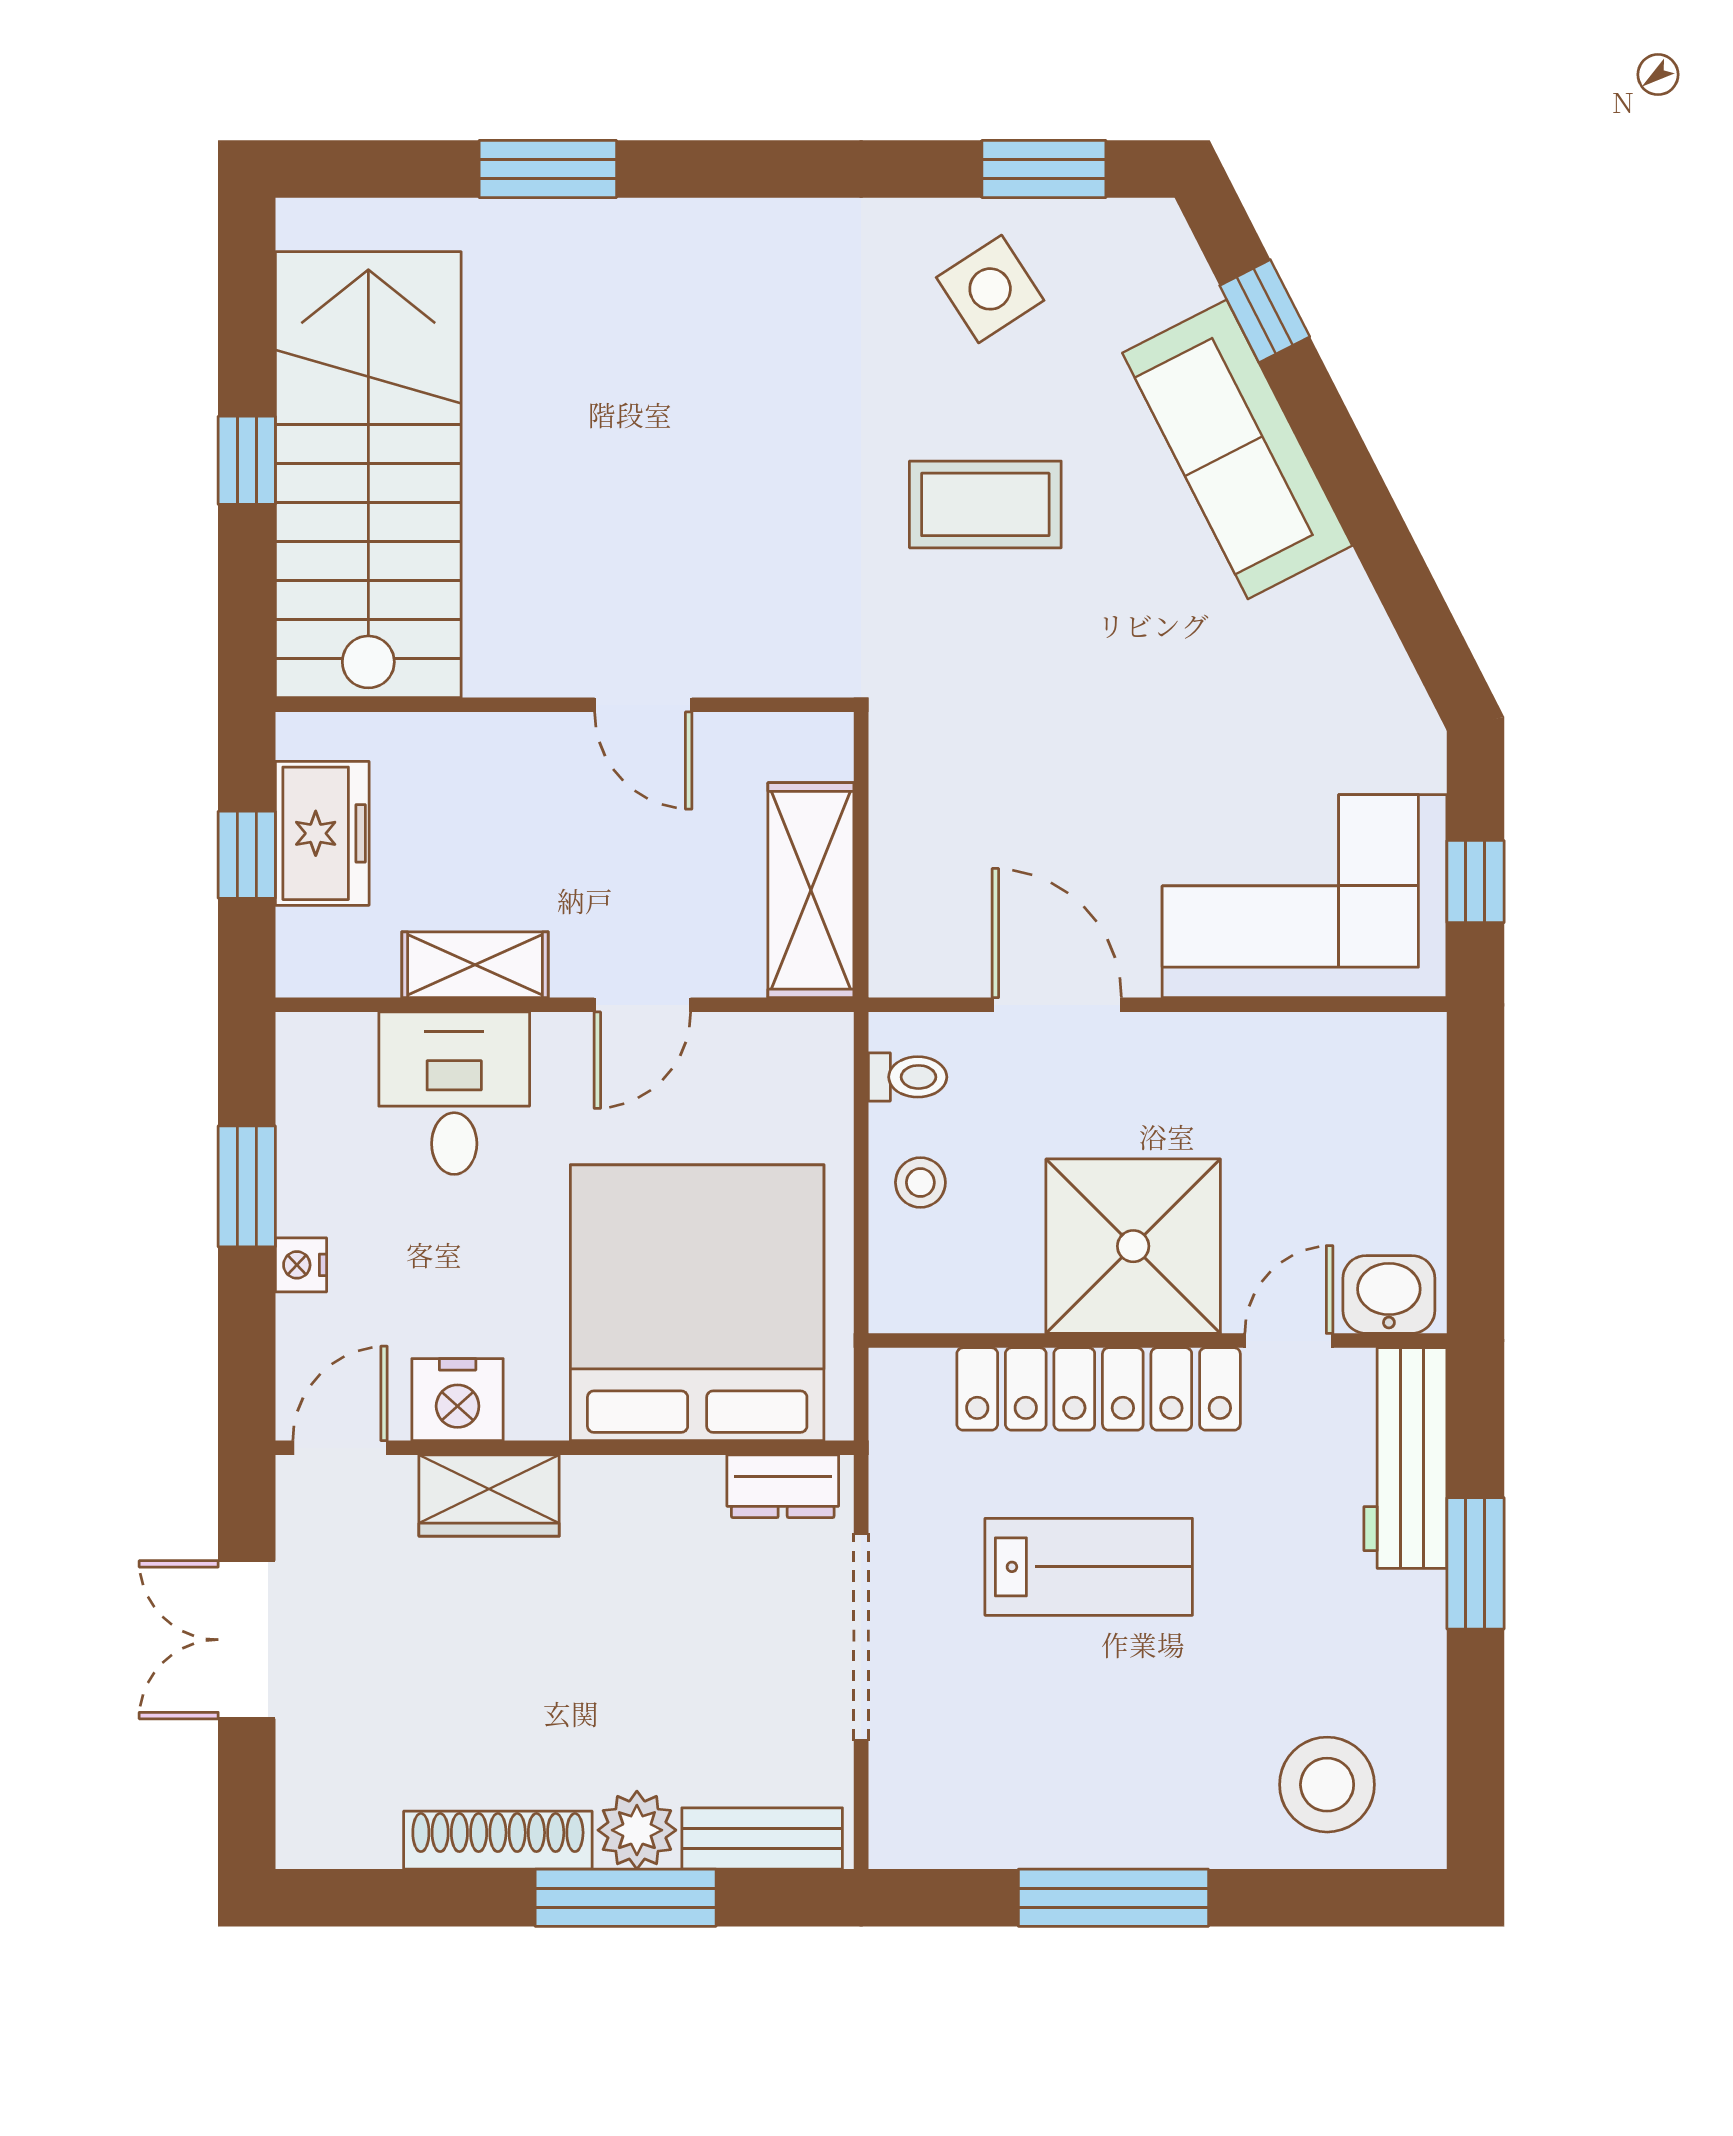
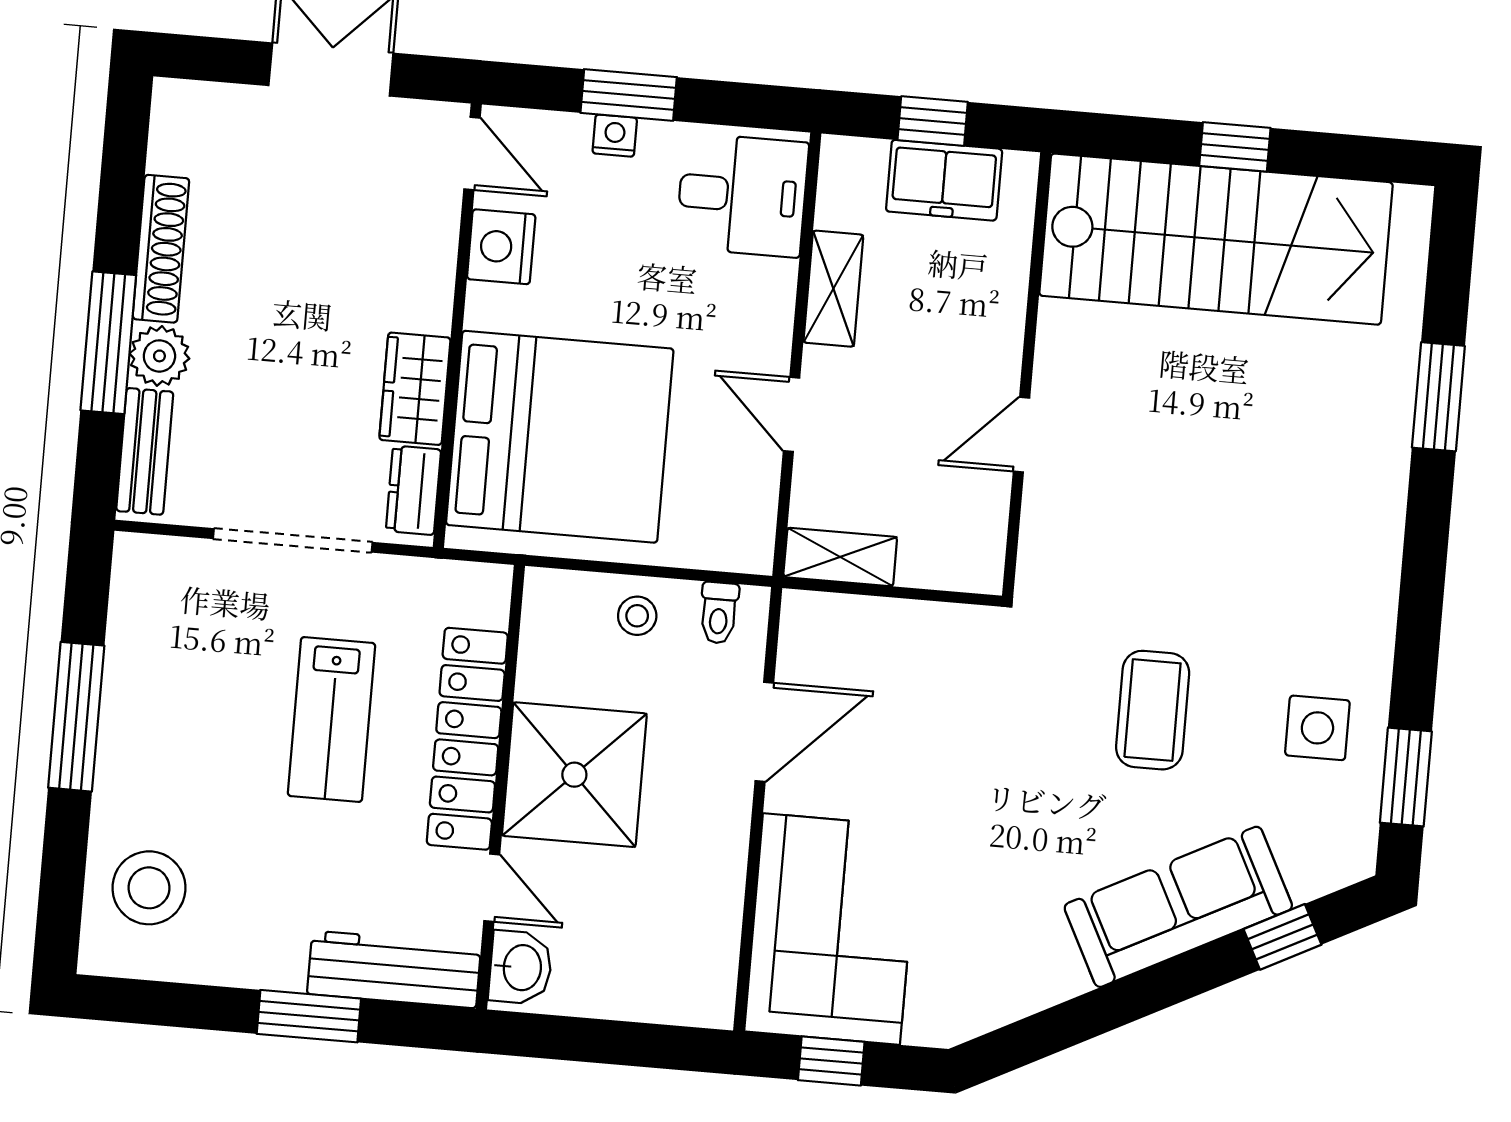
side table: (990, 289) -> (1317, 728), turned 33
shelving: (811, 890) -> (840, 557), width x0.67, depth x0.75
desk: (454, 1093) -> (742, 195), moved
window: (247, 1186) -> (629, 95), moved
wardrobe: (489, 1496) -> (415, 389), moved

